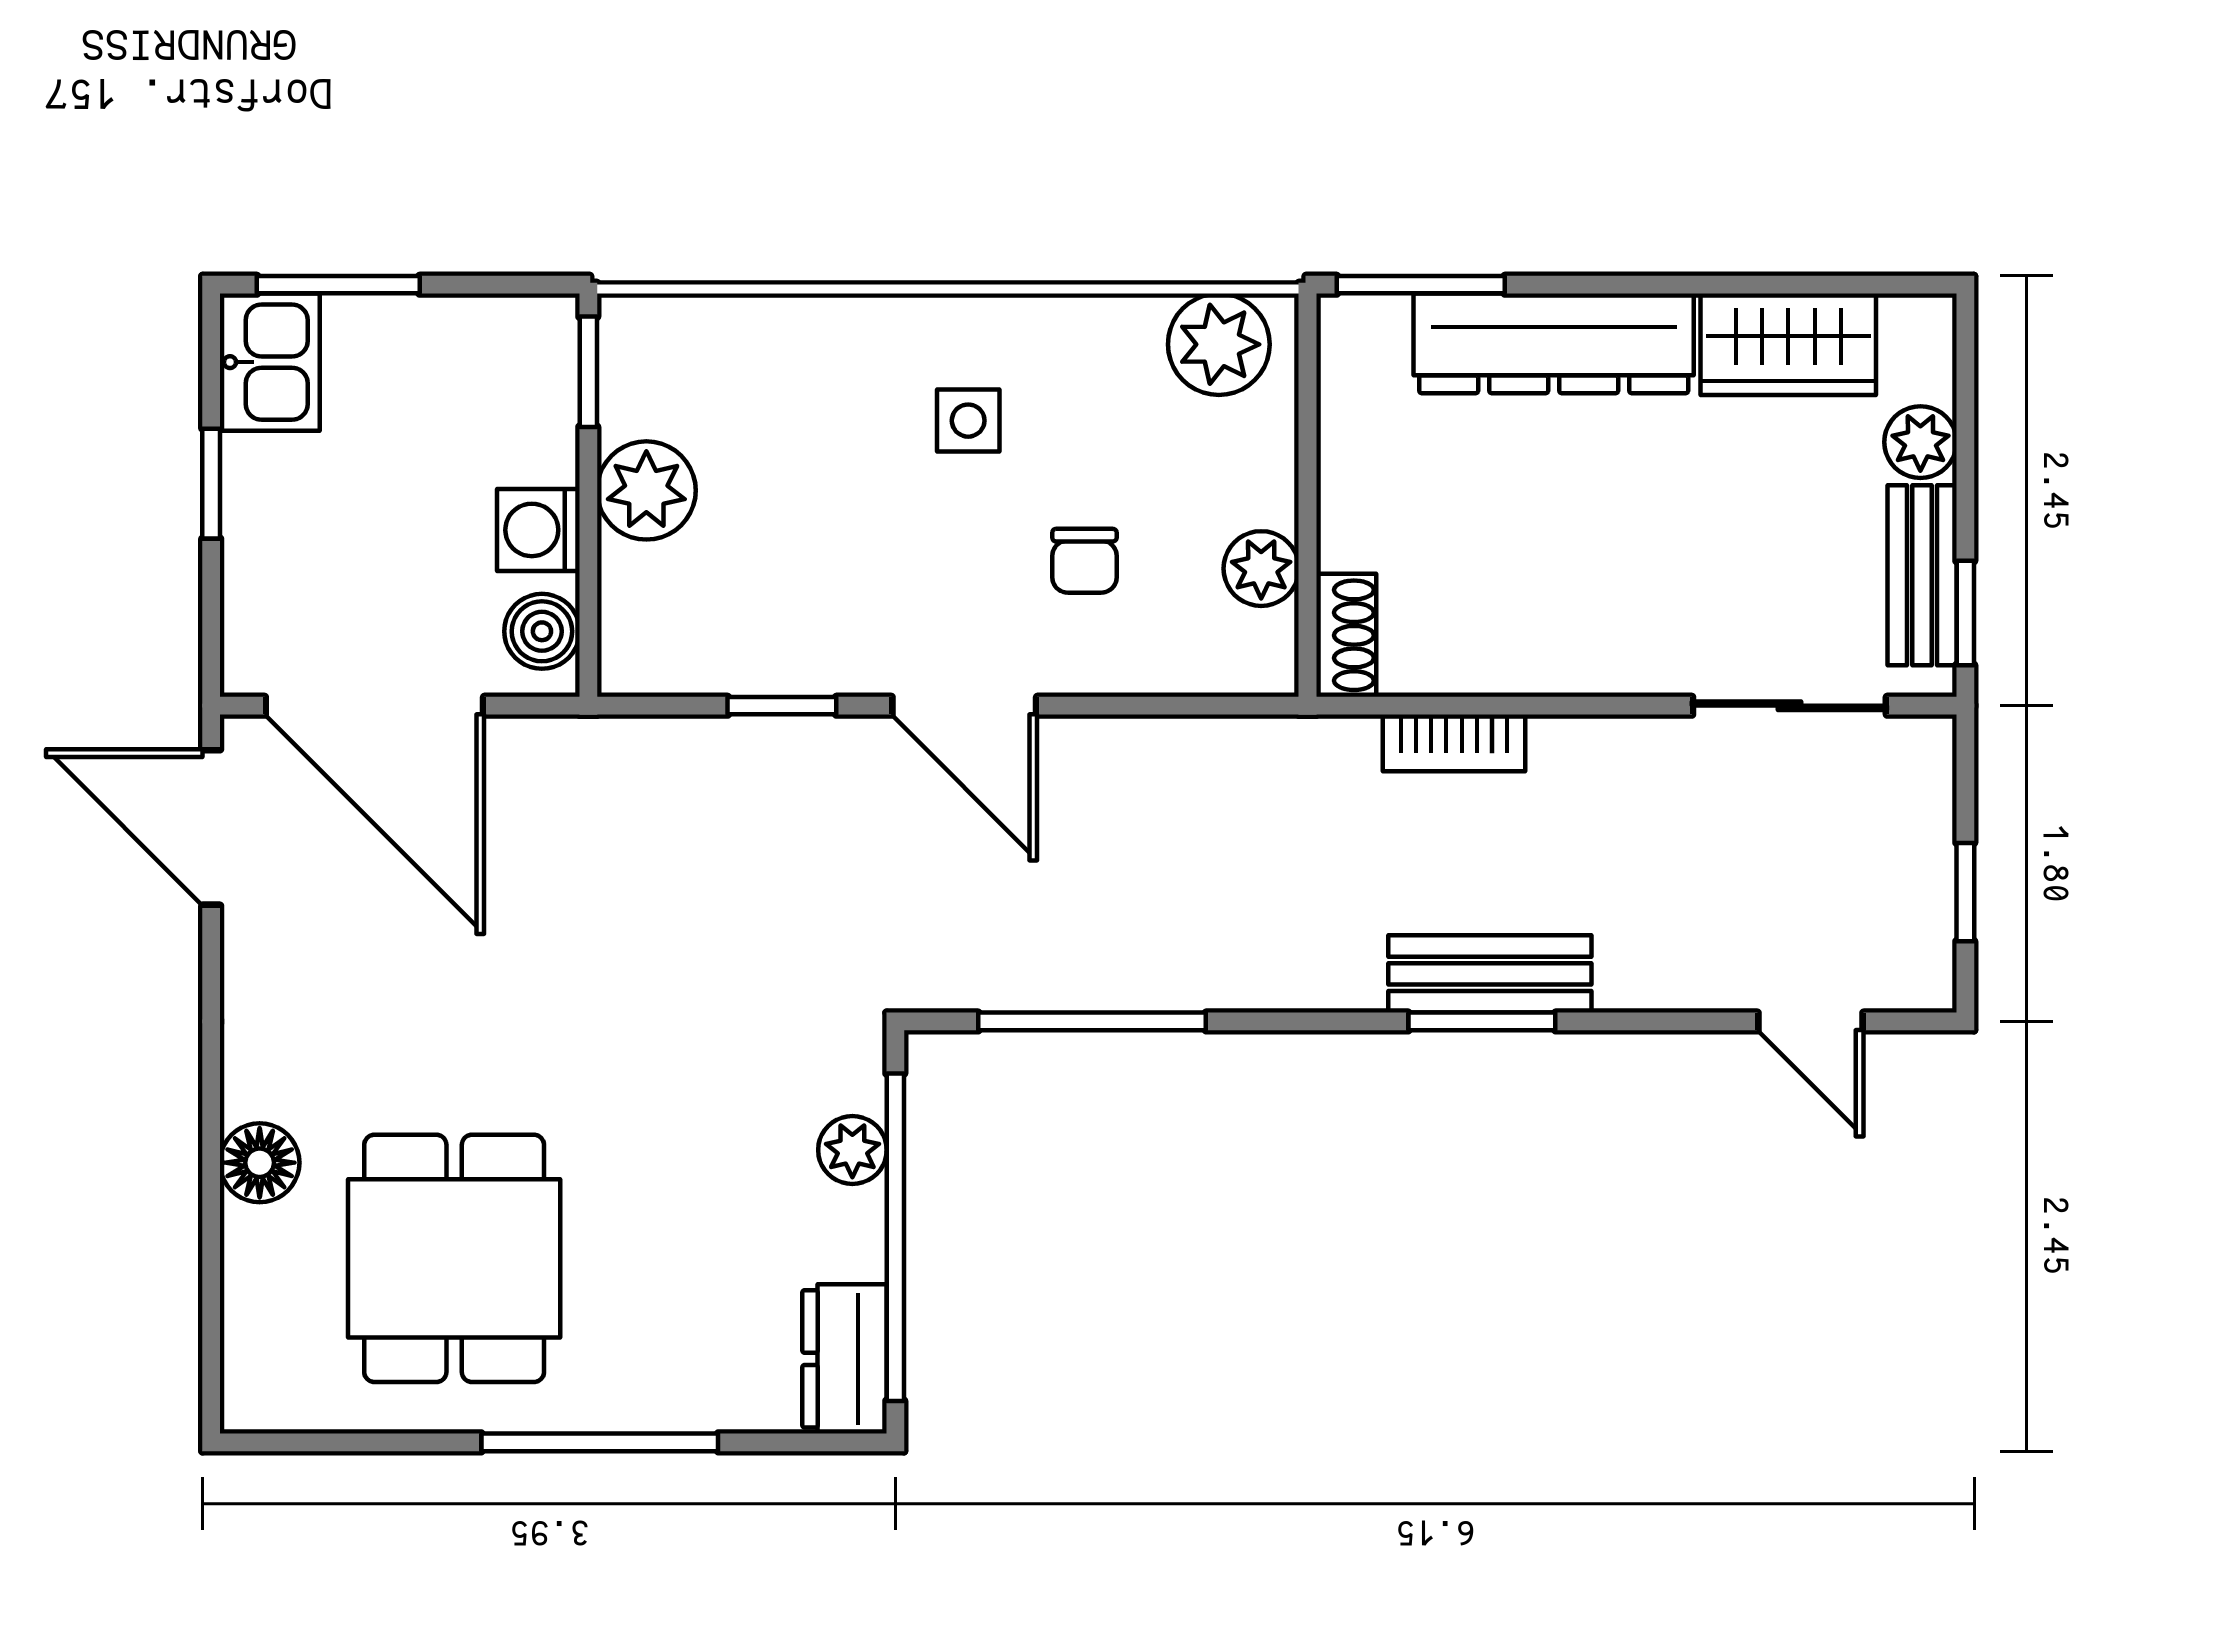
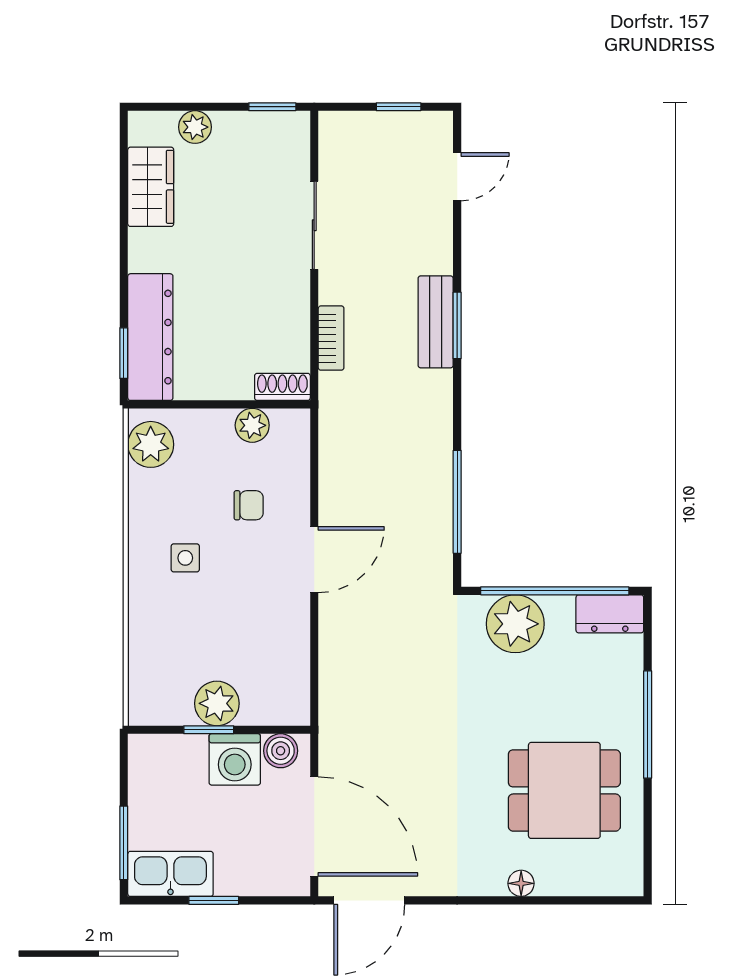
window: (1421, 285) -> (124, 353), width x0.67
dresser: (1554, 343) -> (150, 337), moved
kitchen sink: (270, 362) -> (170, 874), width x1.38
window: (588, 372) -> (209, 730), moved
washing machine: (538, 530) -> (235, 759), width x1.38, depth x1.38
bench: (1922, 575) -> (255, 126), removed
door: (374, 706) -> (314, 827), hinge flipped
window: (782, 706) -> (314, 642), removed
sliding door: (1789, 706) -> (314, 225), moved
plant: (852, 1150) -> (515, 624), width x1.88, depth x1.88
floor lamp: (260, 1163) -> (521, 883), width x0.73, depth x0.73

